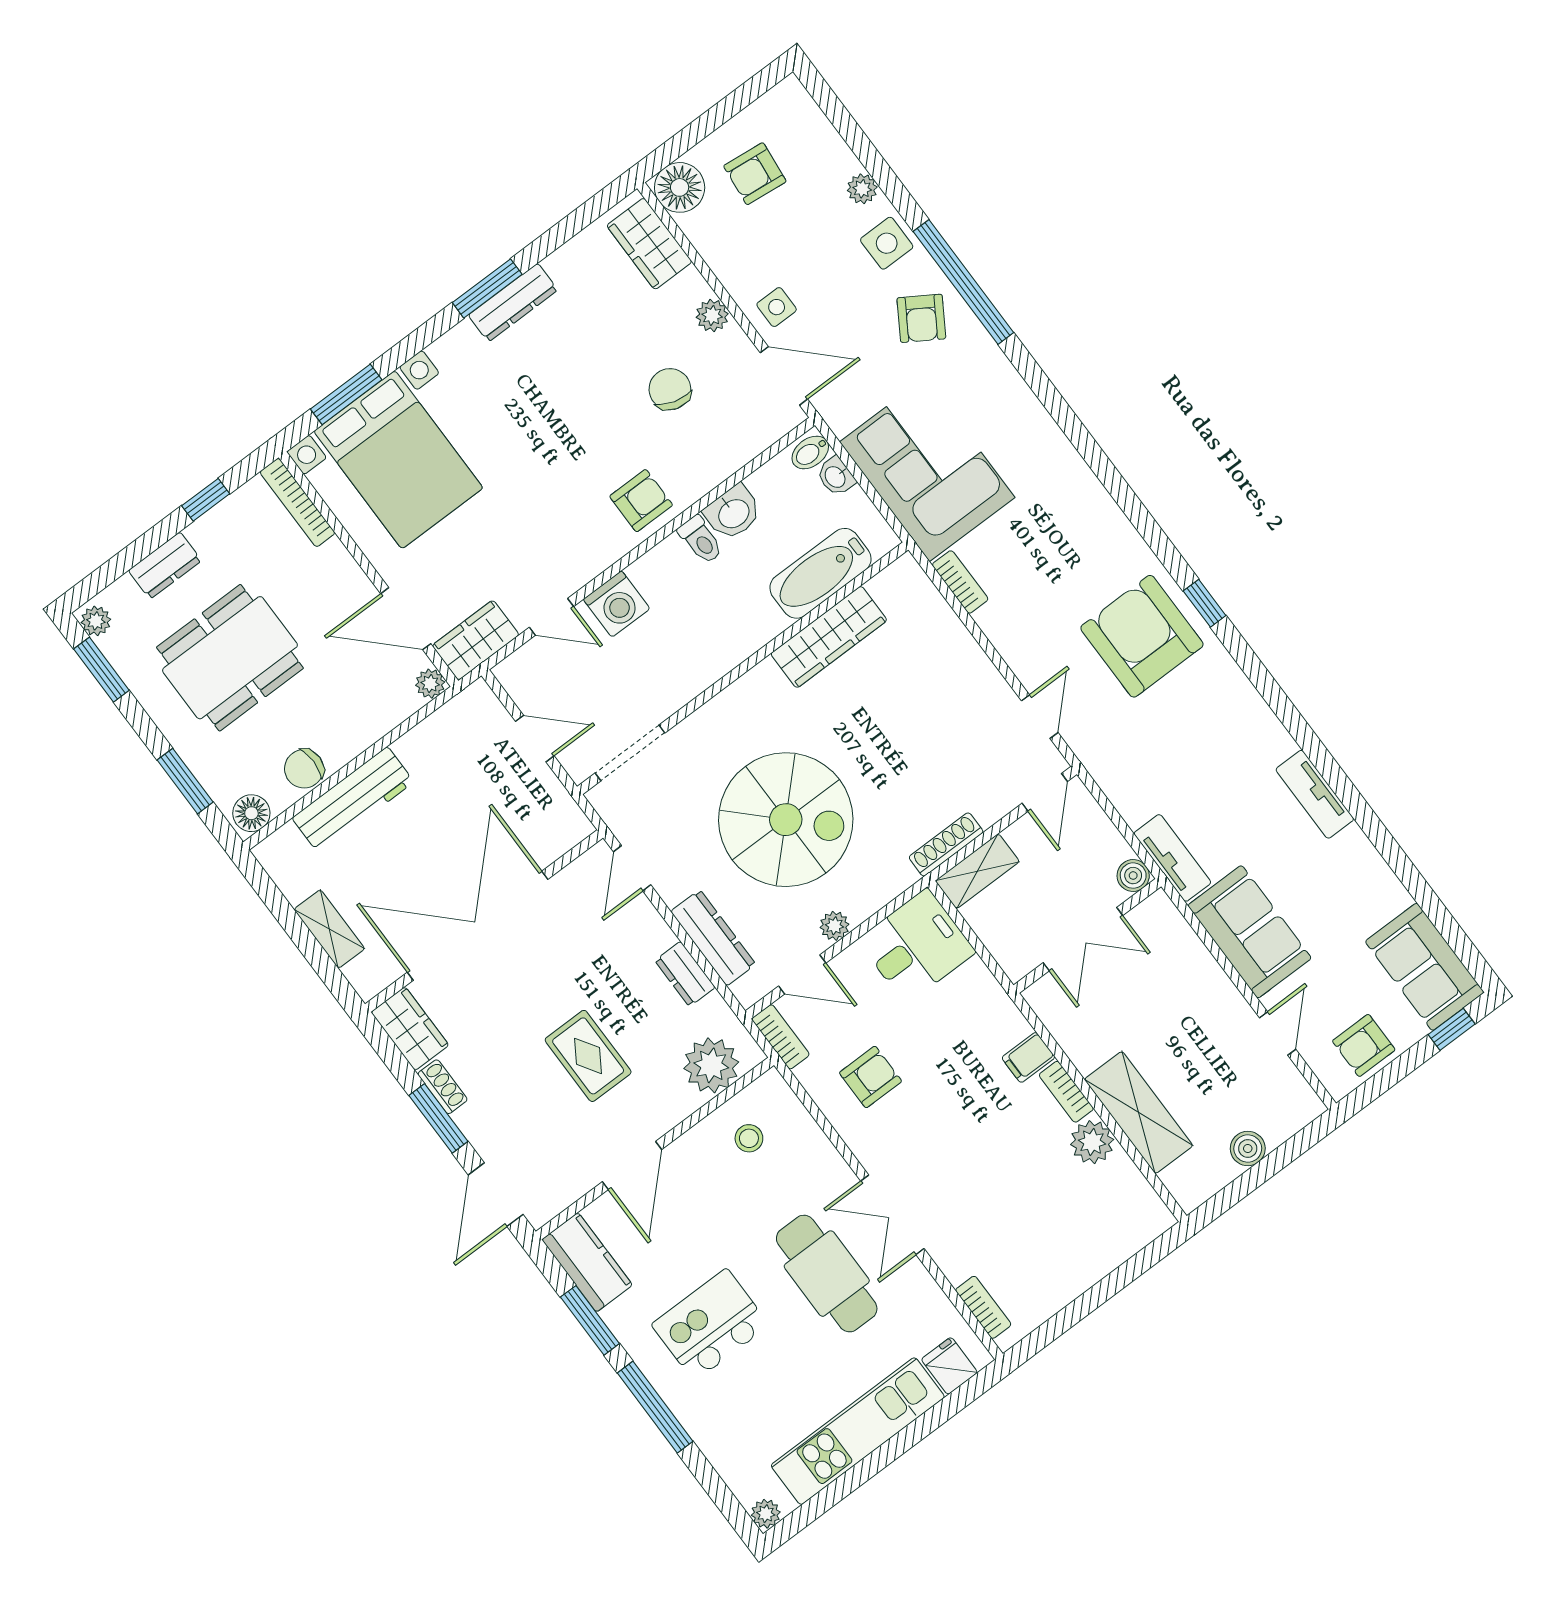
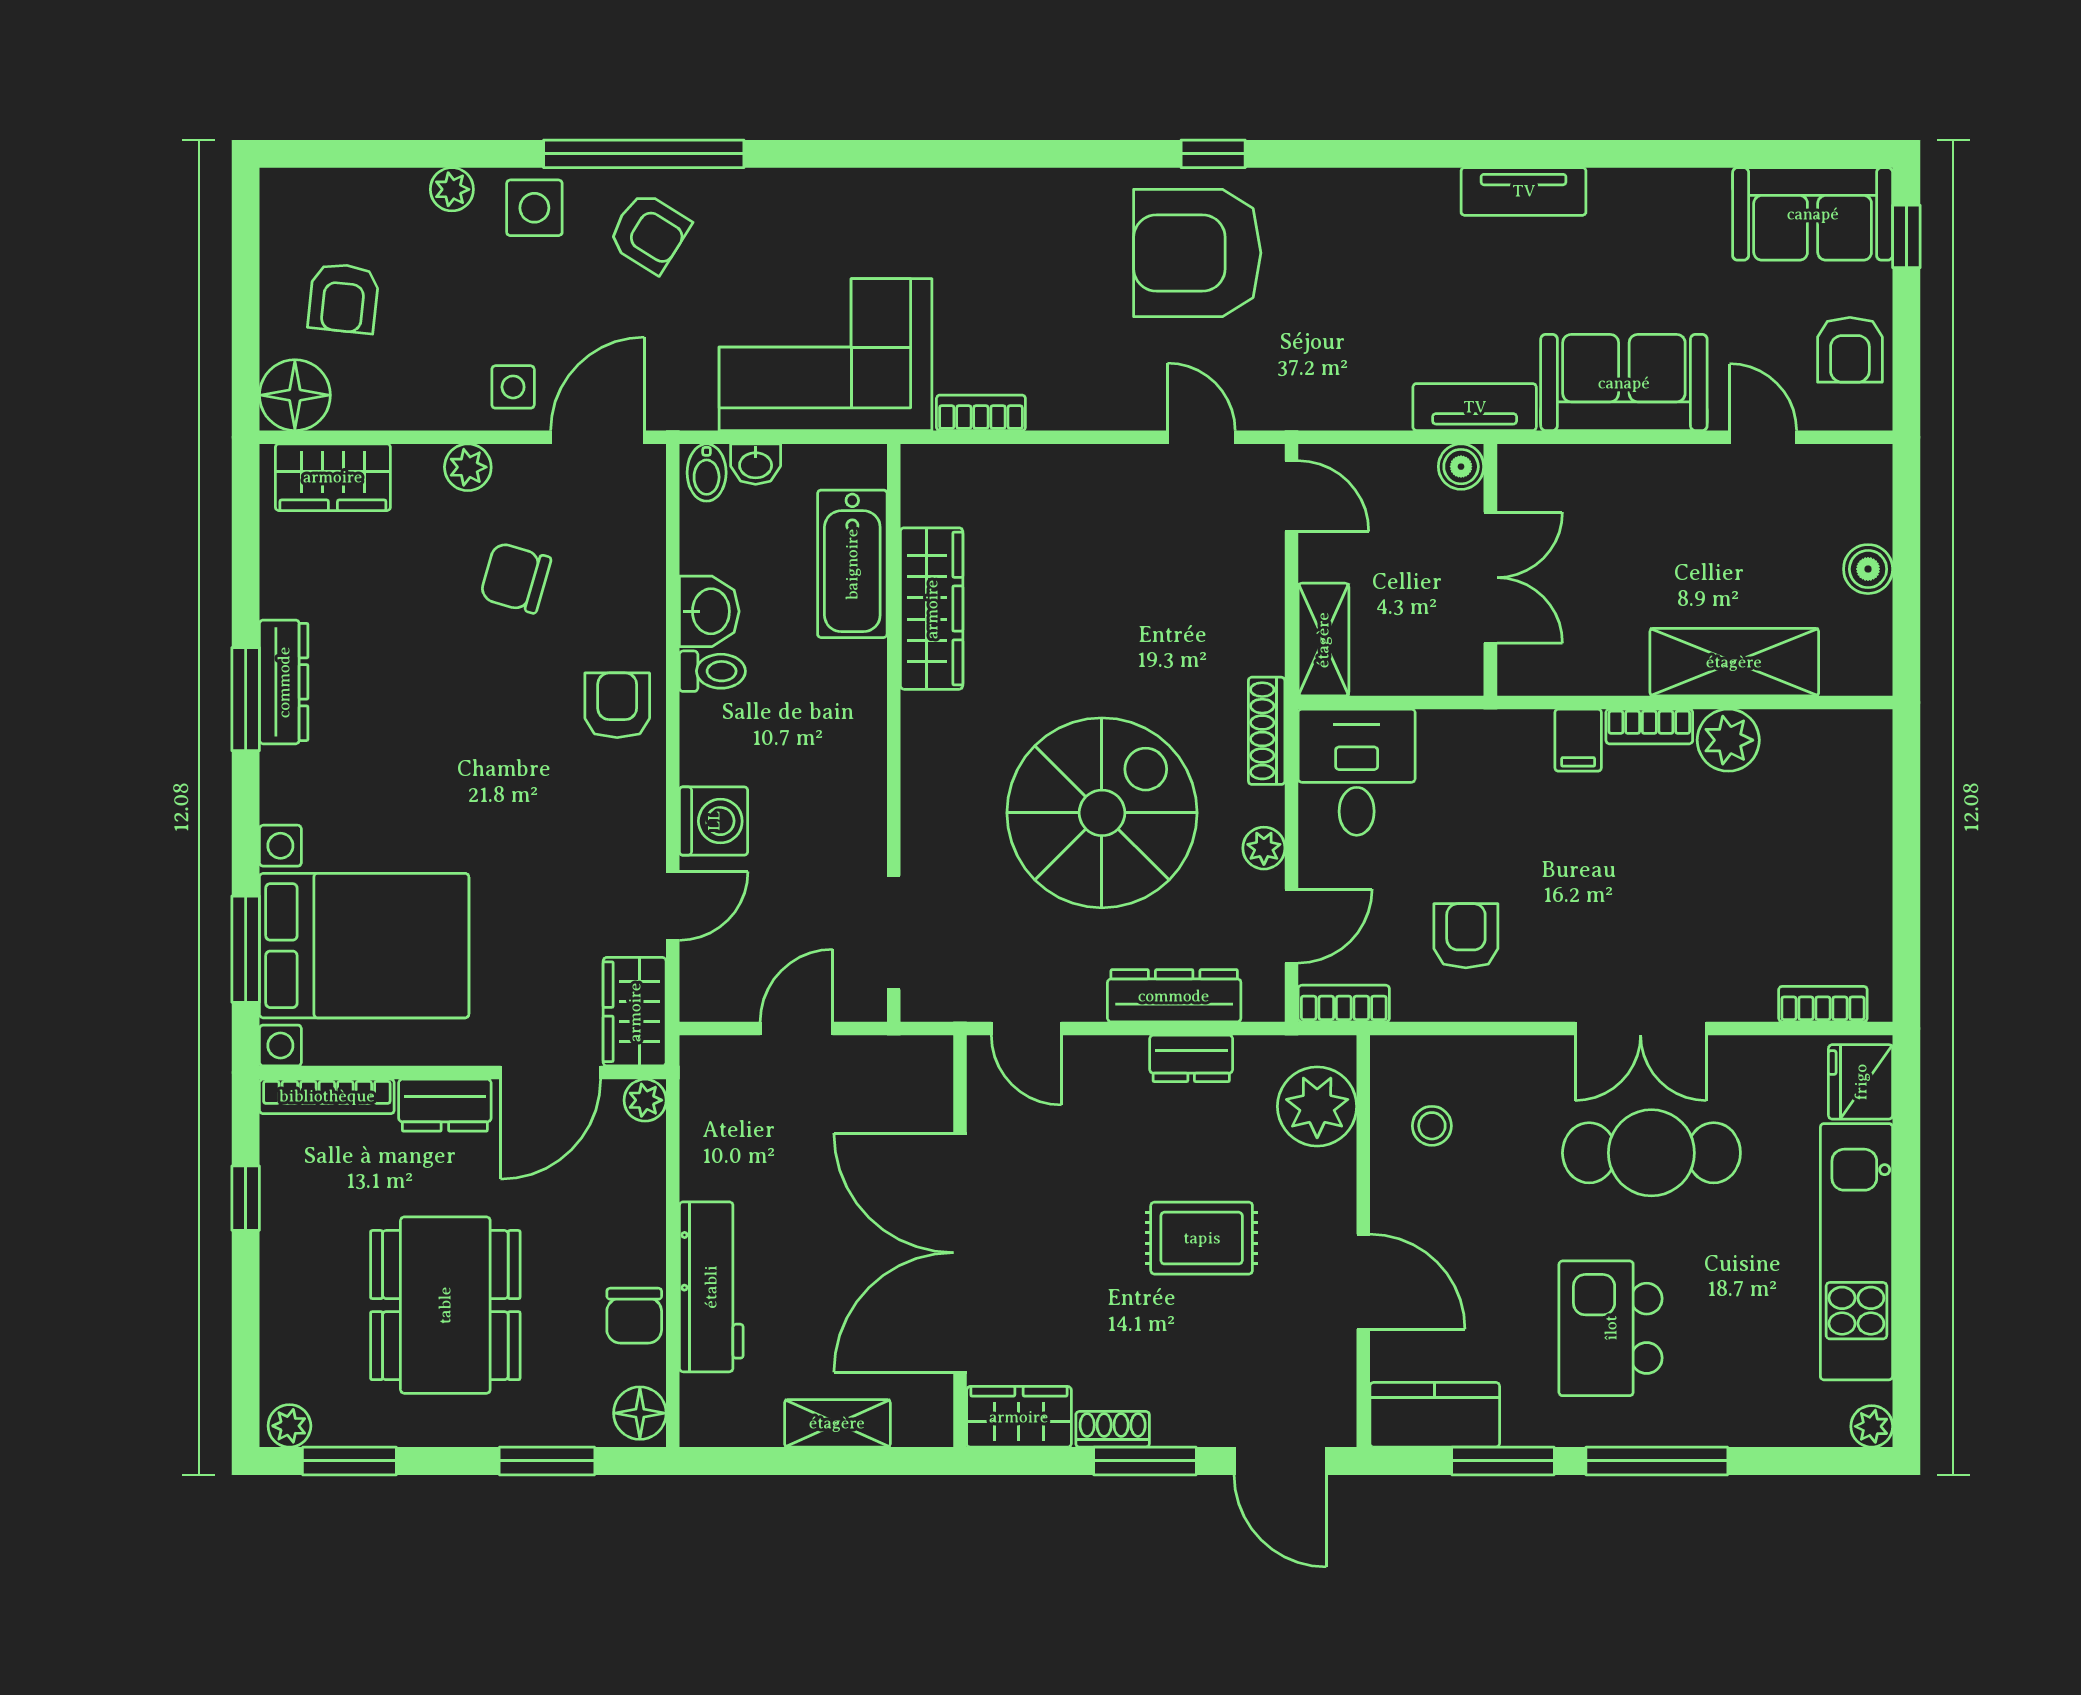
dresser: (165, 566) -> (445, 1105), moved, turned 90
shoe rack: (946, 844) -> (1267, 731), moved
fridge: (949, 1366) -> (1861, 1082), width x1.38

